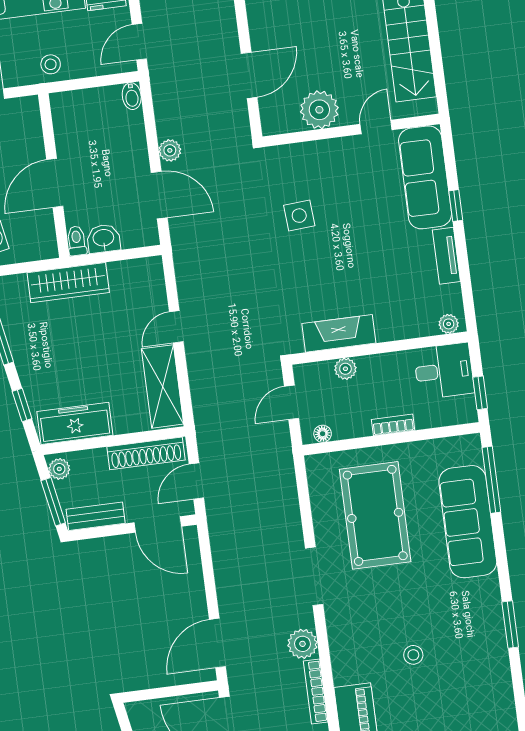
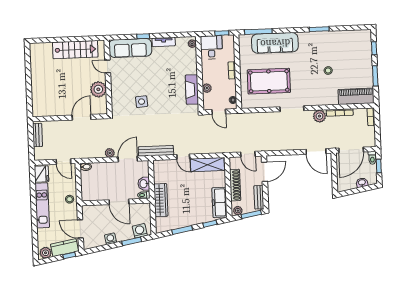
door: (249, 75) -> (81, 117), hinge flipped
bench: (185, 261) -> (156, 151), added
shoe rack: (146, 453) -> (235, 185), moved

